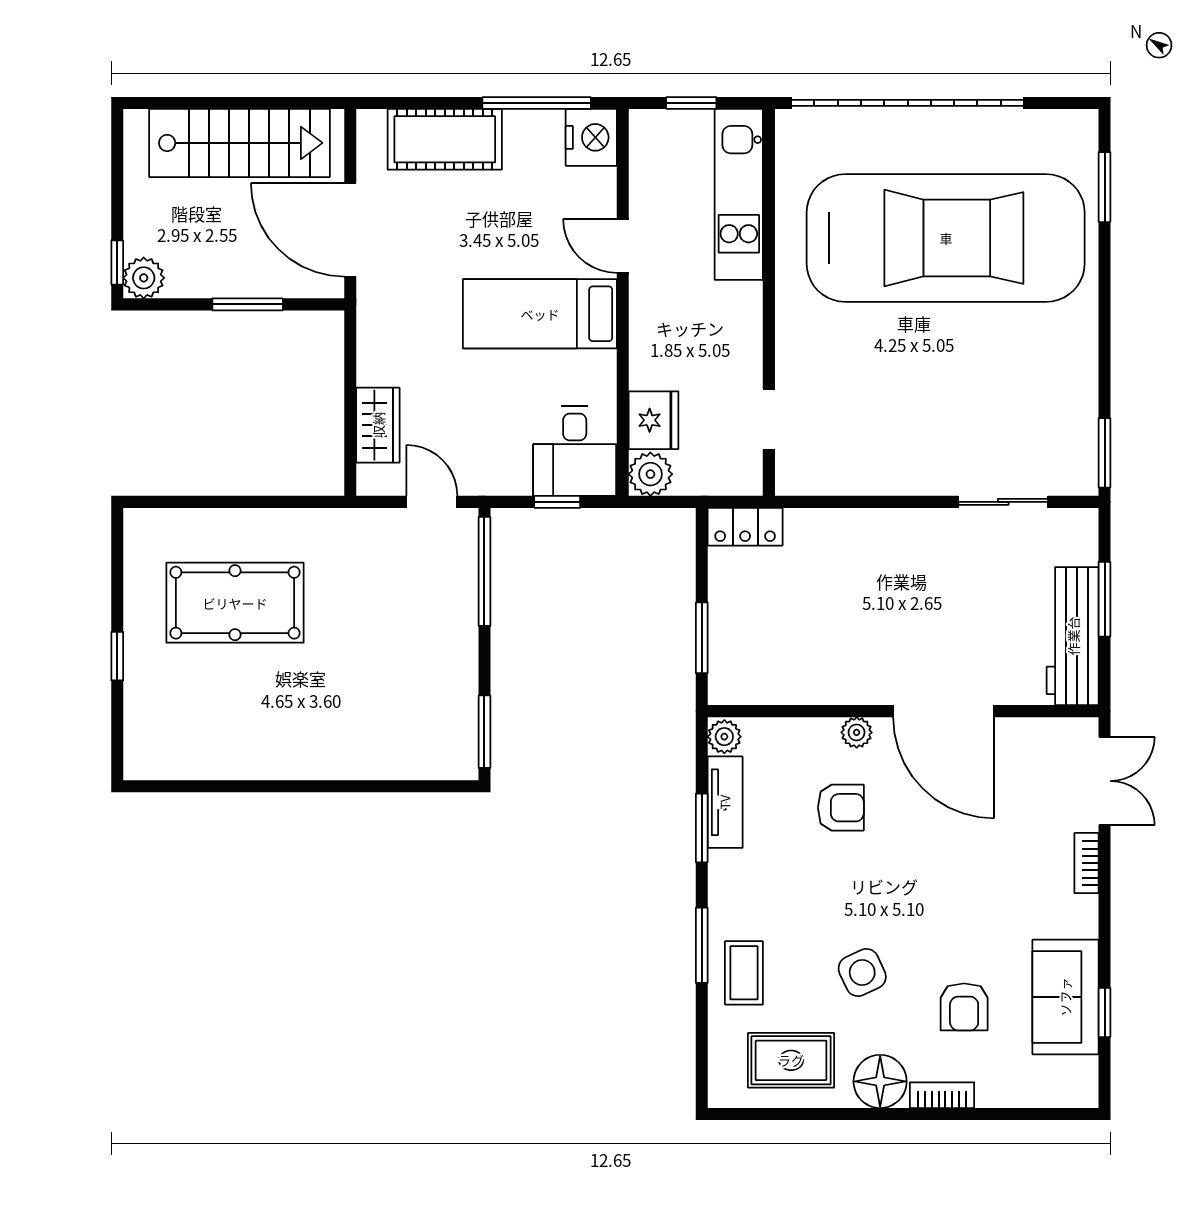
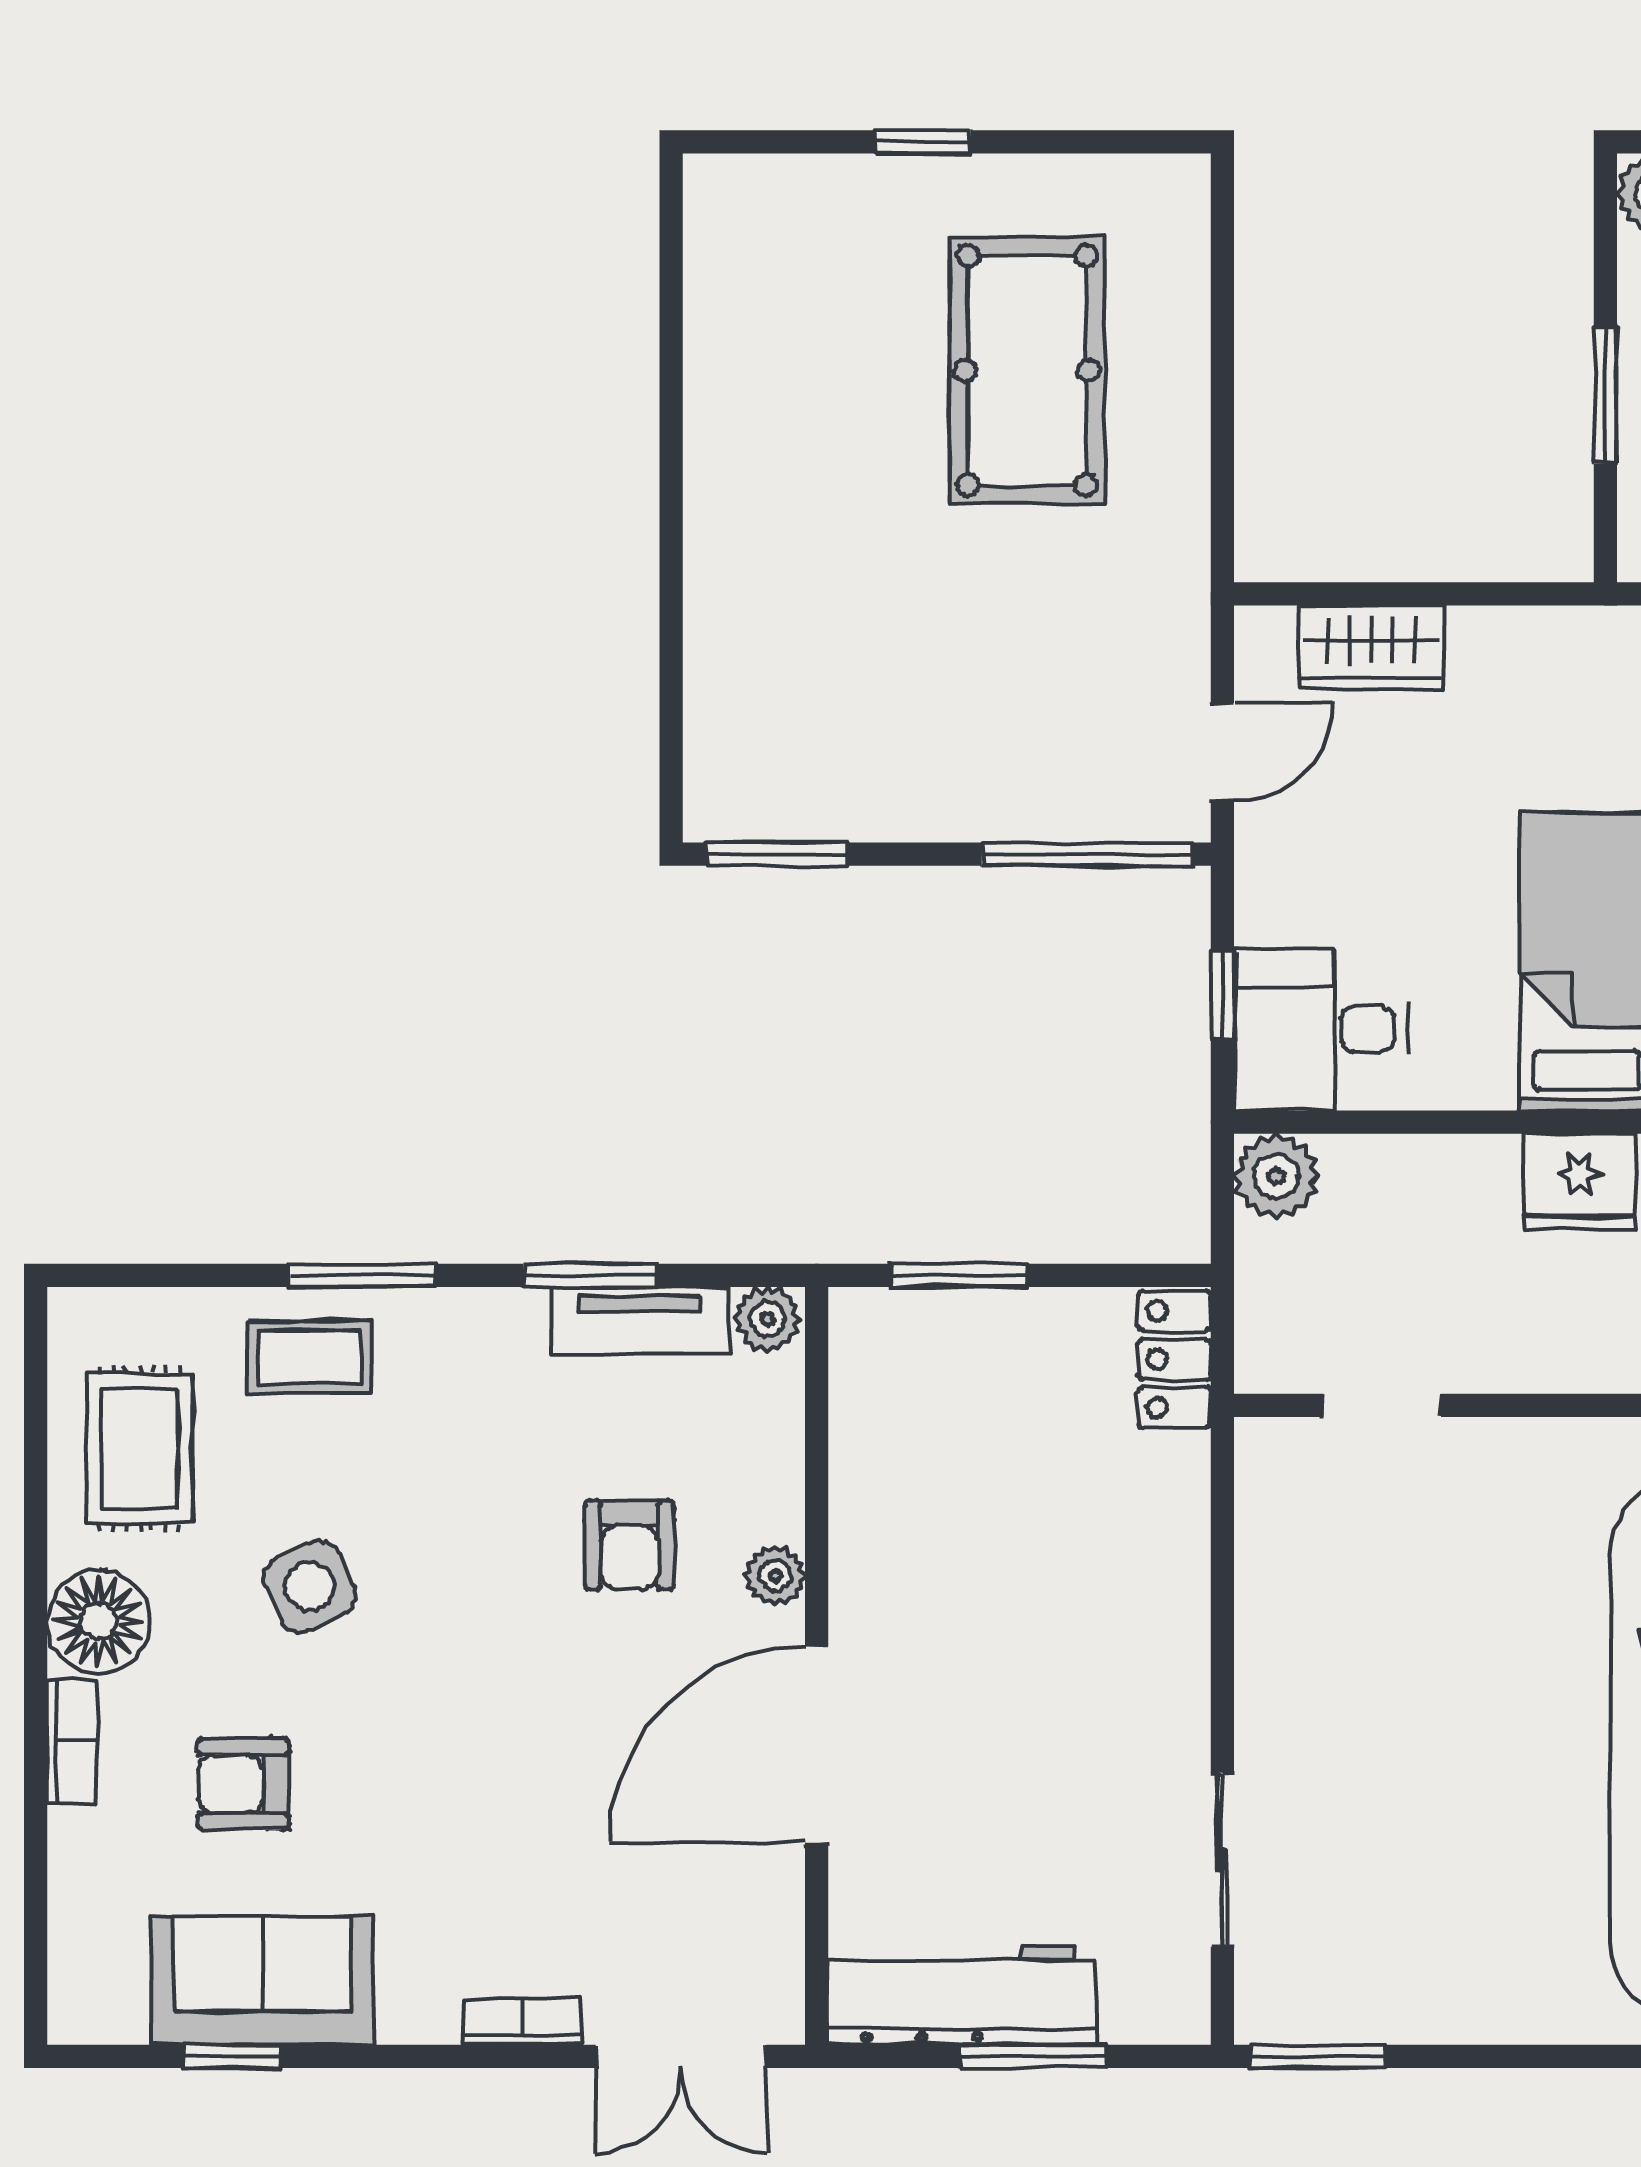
fridge: (654, 420) -> (1579, 1182), moved

